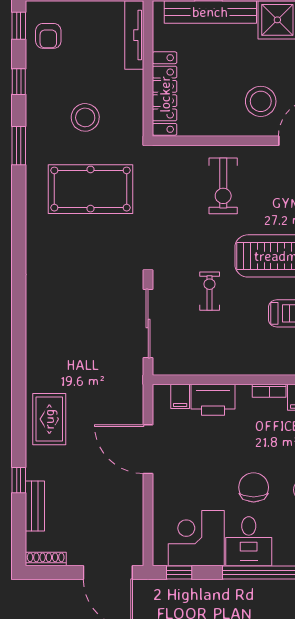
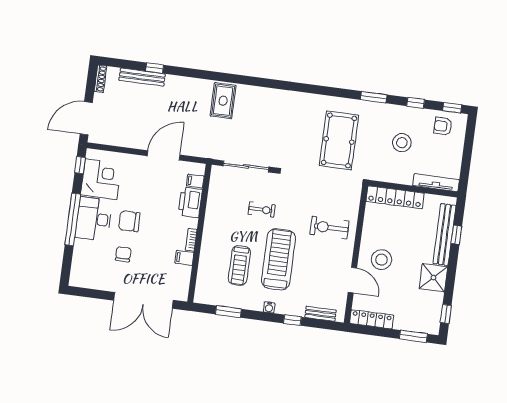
stool: (85, 117) -> (402, 143), moved
rug: (49, 419) -> (223, 101), moved, turned 90
chair: (254, 487) -> (129, 221), turned 180
bench: (35, 506) -> (142, 77), width x1.36
desk: (249, 541) -> (94, 219), width x1.37

